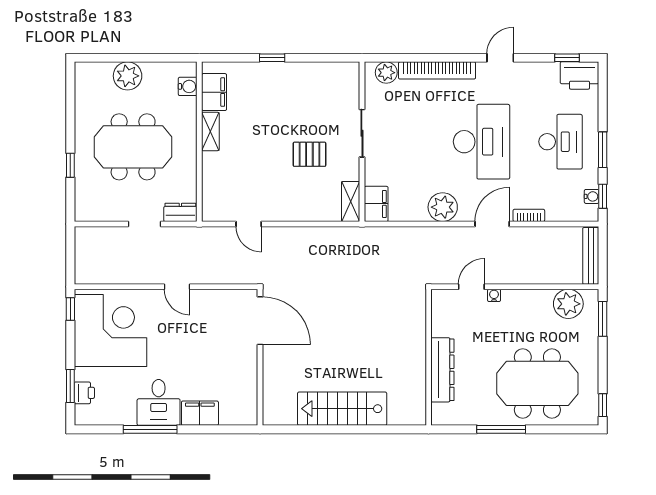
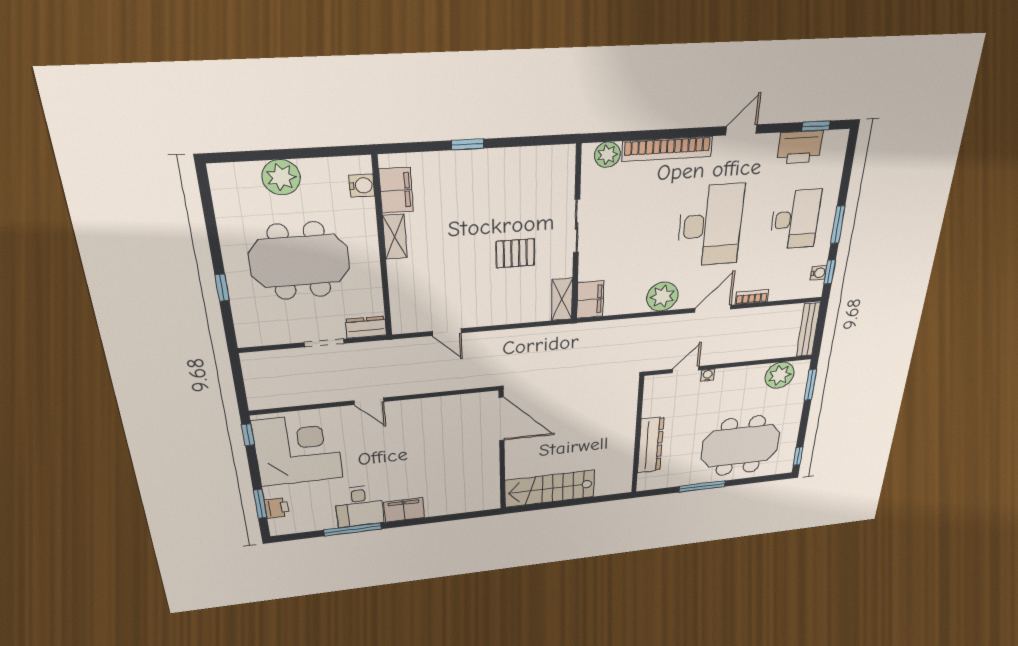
printer: (580, 76) -> (800, 147), moved
door: (260, 321) -> (501, 419), moved
wall: (260, 357) -> (502, 451), moved

